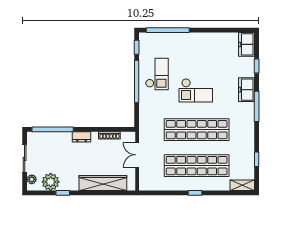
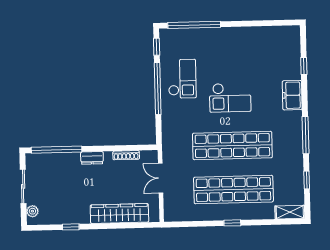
freezer: (247, 44) -> (291, 40), removed
window: (257, 106) -> (306, 135), moved
plant: (51, 182) -> (56, 214), removed

